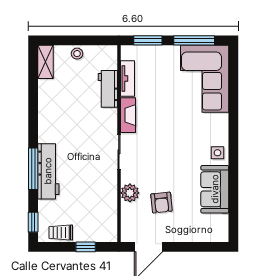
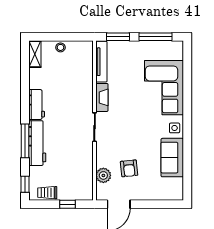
tv unit: (127, 78) -> (101, 62), width x1.41
corner sofa: (205, 79) -> (164, 88), moved
workbench: (108, 89) -> (37, 105), moved, turned 180
plant: (130, 193) -> (103, 175), moved

